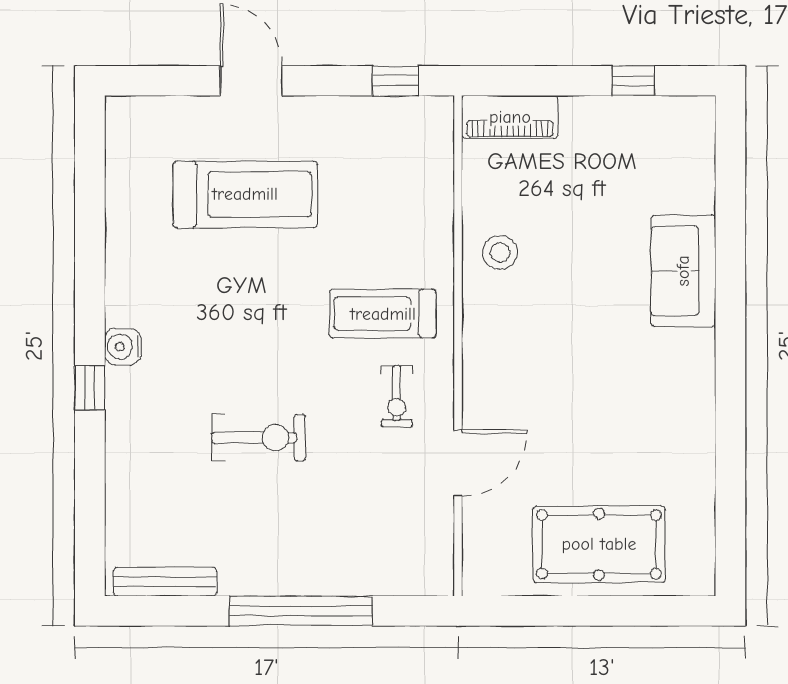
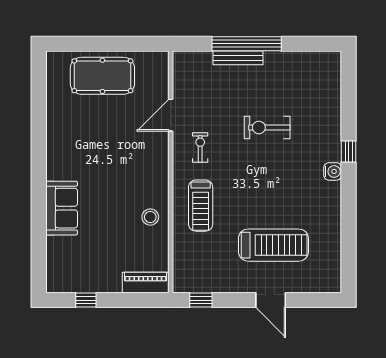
treadmill: (245, 194) -> (273, 245), turned 180
treadmill: (383, 314) -> (201, 206), moved, turned 90
bench: (165, 582) -> (238, 58), moved

